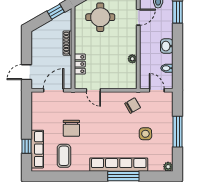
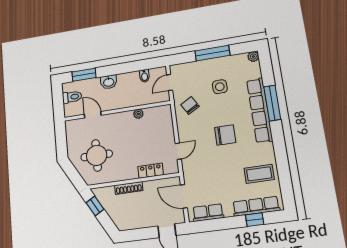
washbasin: (167, 46) -> (109, 82), moved
row of seats: (37, 109) -> (208, 213), added
chair: (71, 128) -> (225, 135), moved

